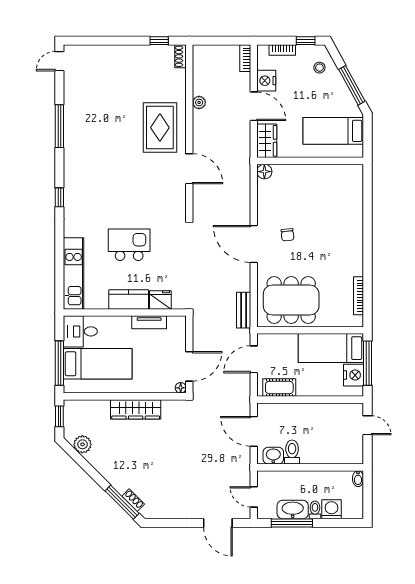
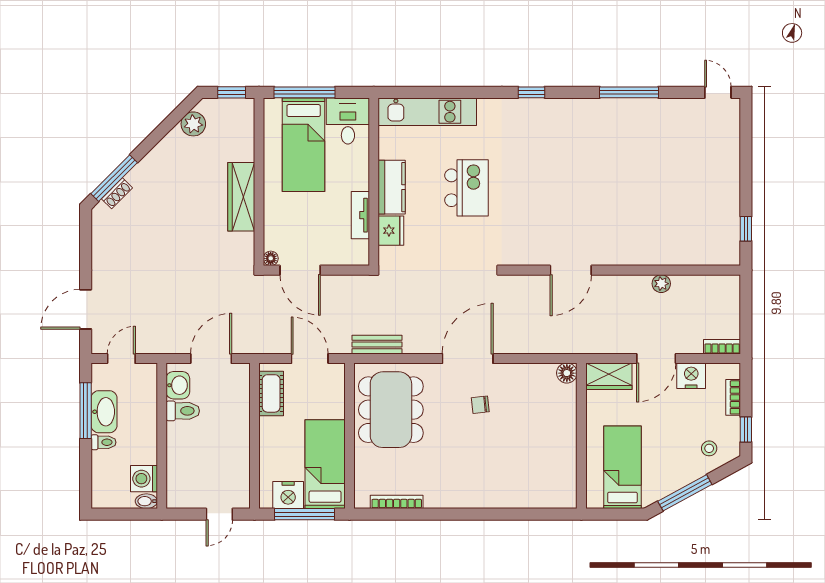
shoe rack: (180, 56) -> (725, 258), removed
rug: (160, 128) -> (627, 230), removed
washing machine: (332, 509) -> (144, 479), moved, turned 180

